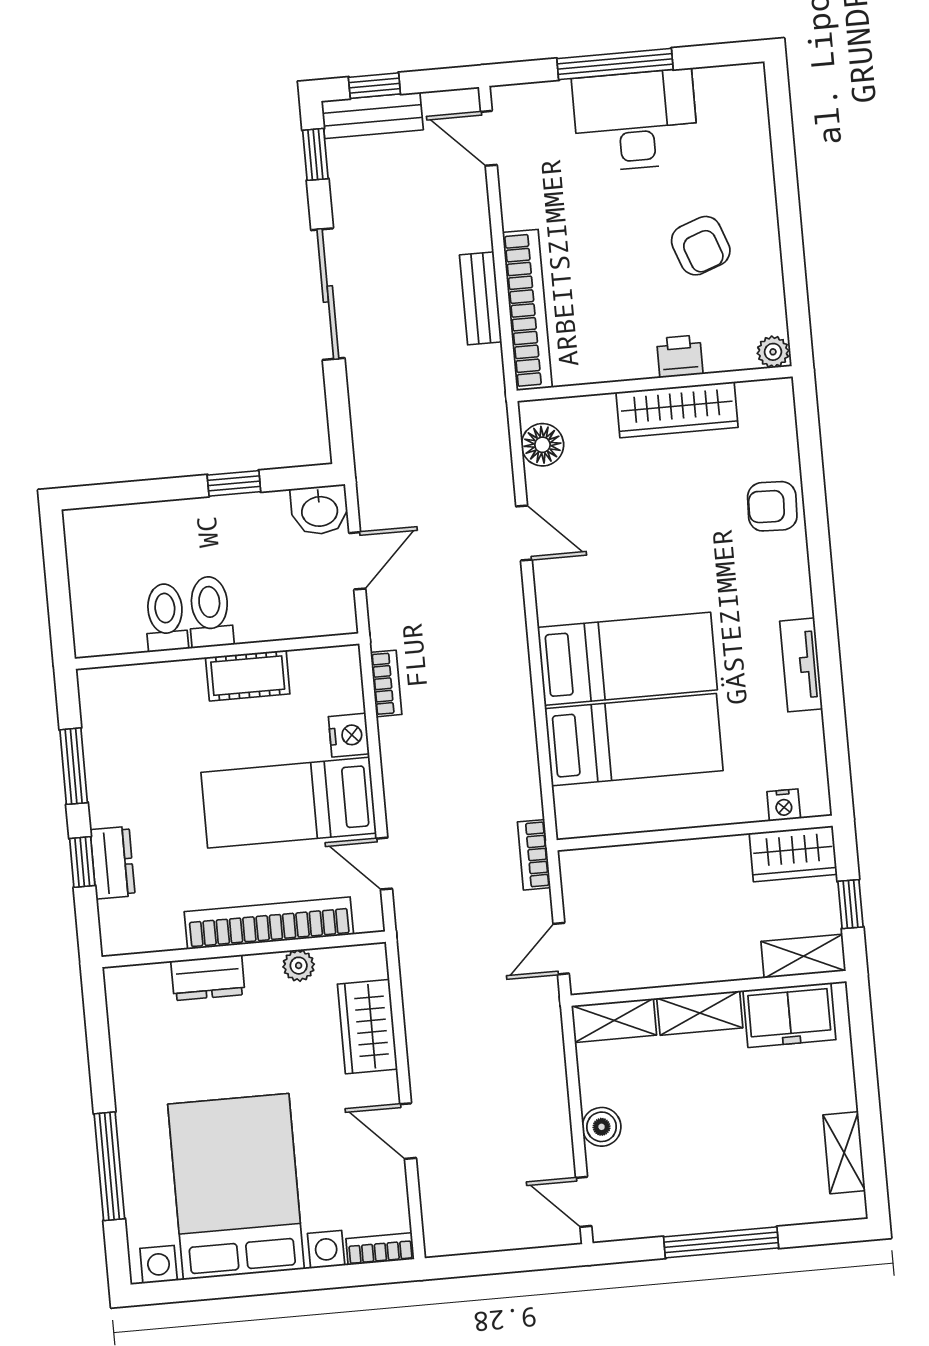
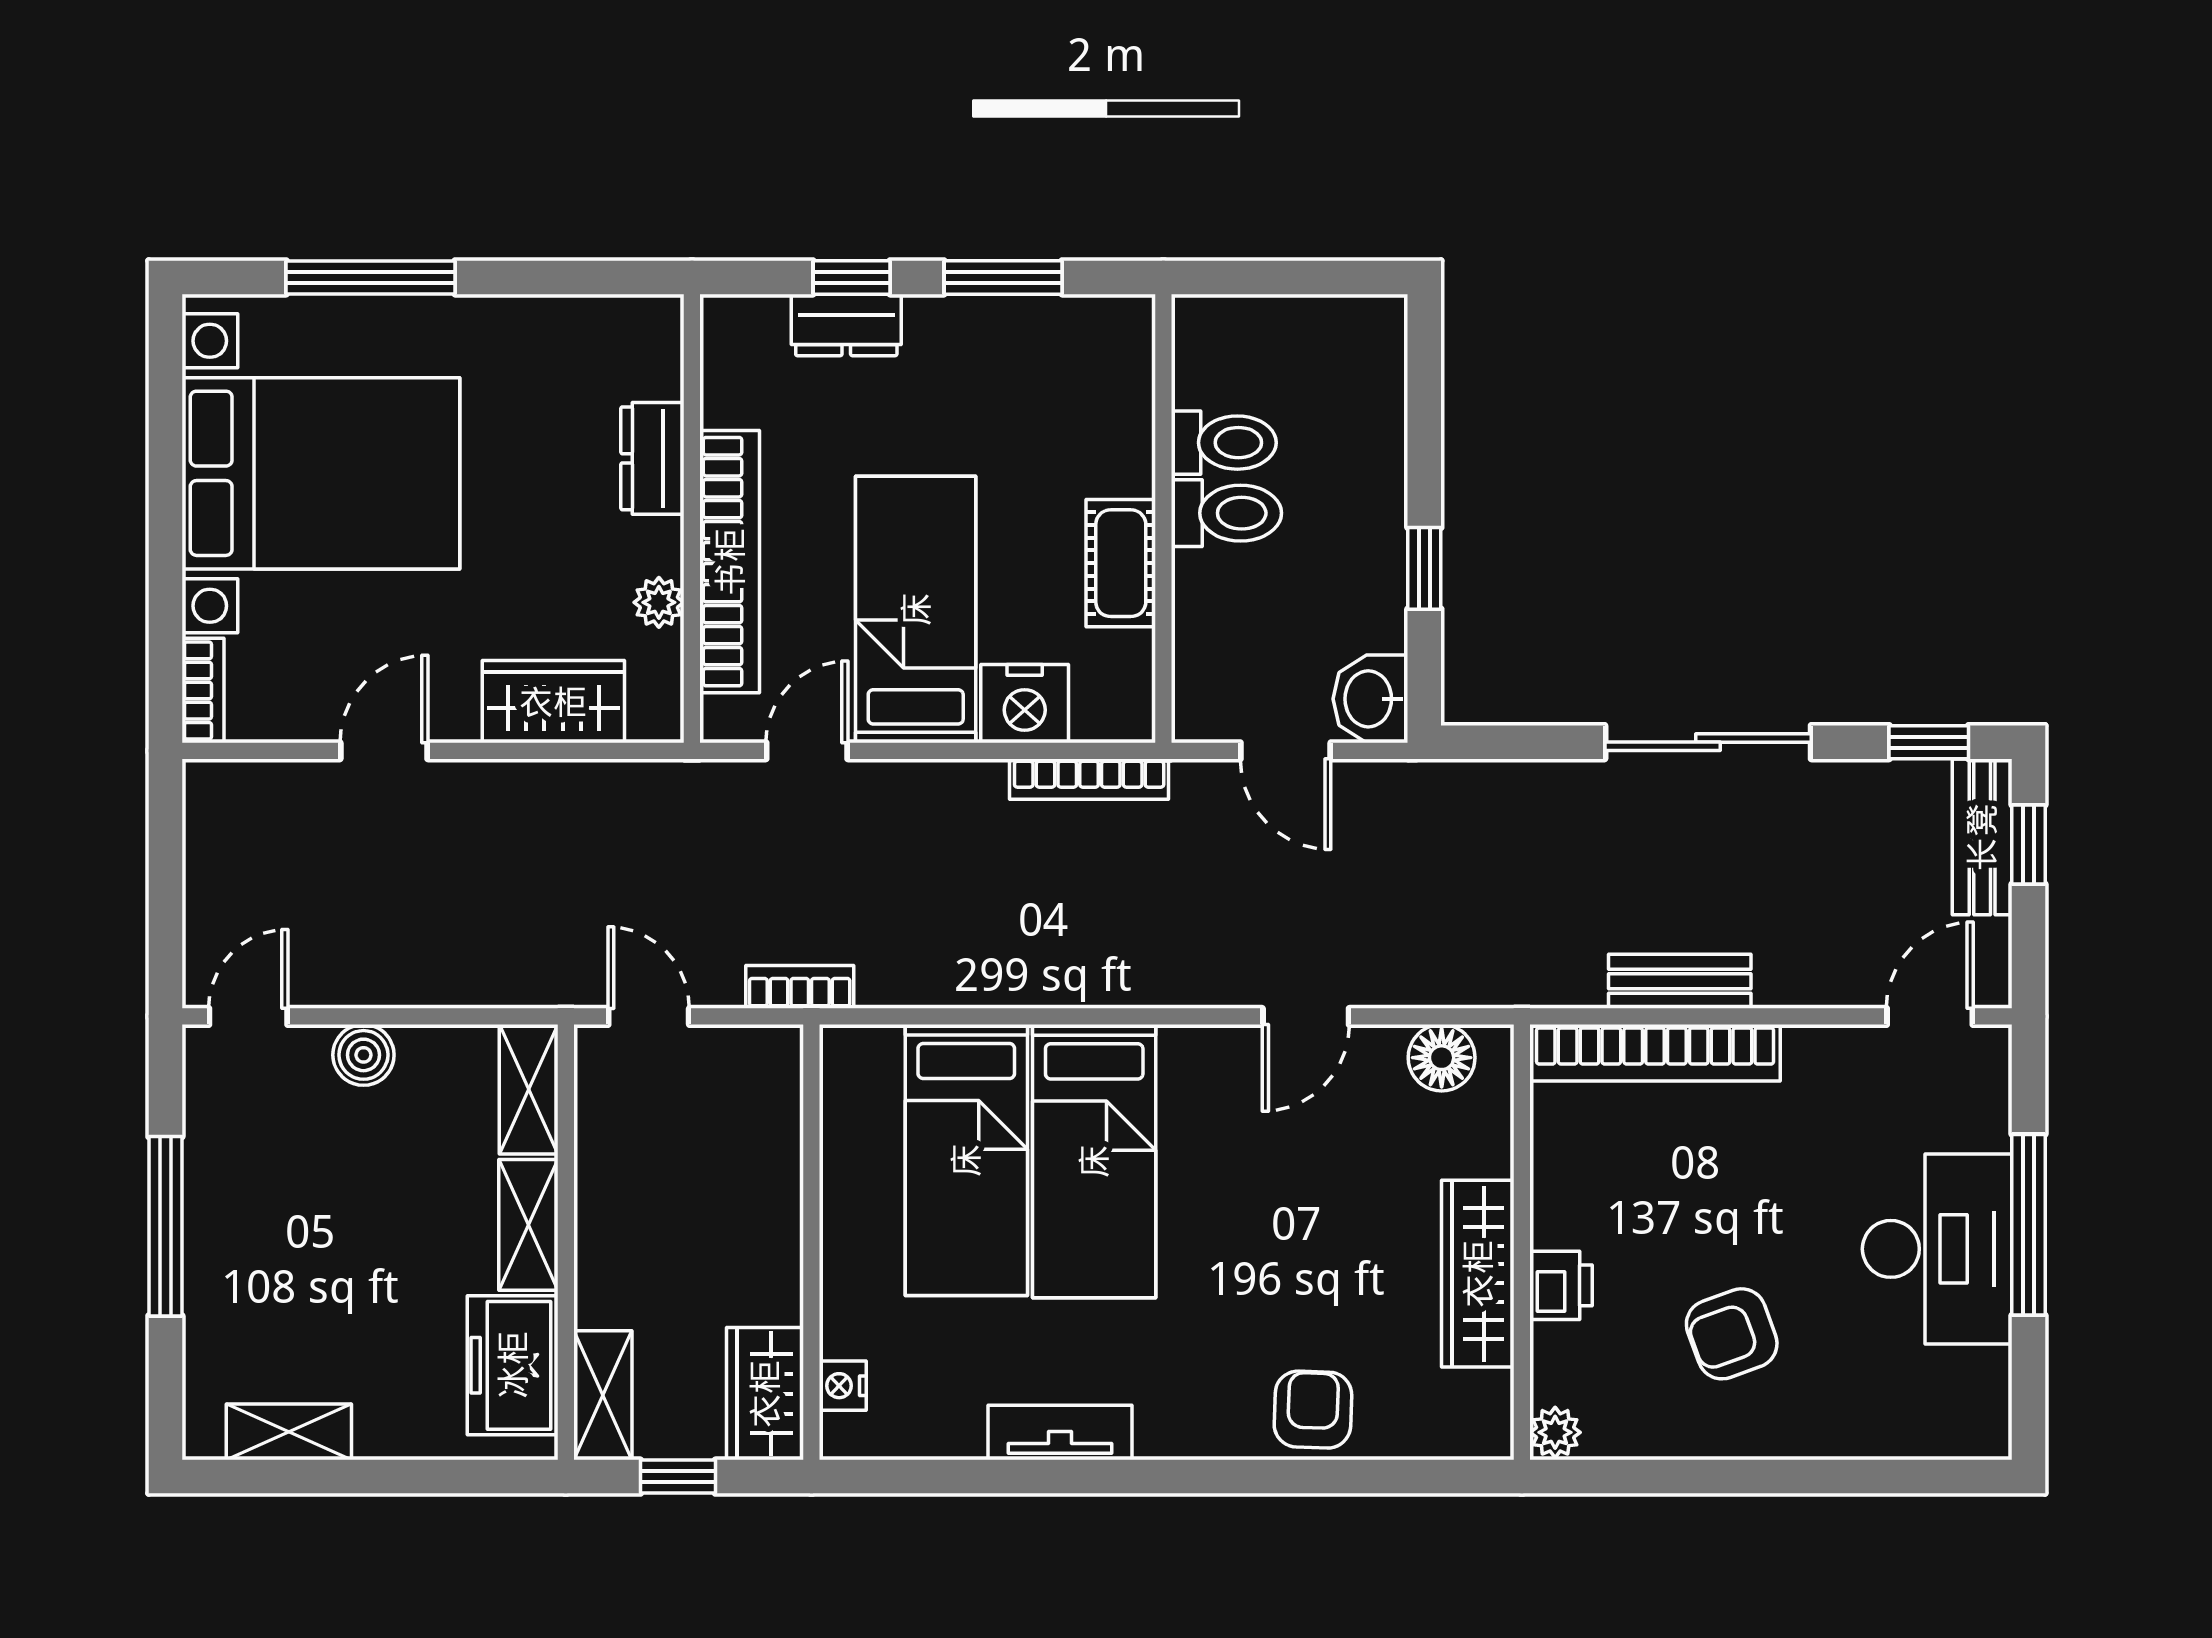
bookcase: (386, 683) -> (1089, 779), width x1.56
nightstand: (349, 735) -> (1025, 704), width x1.36, depth x1.33

